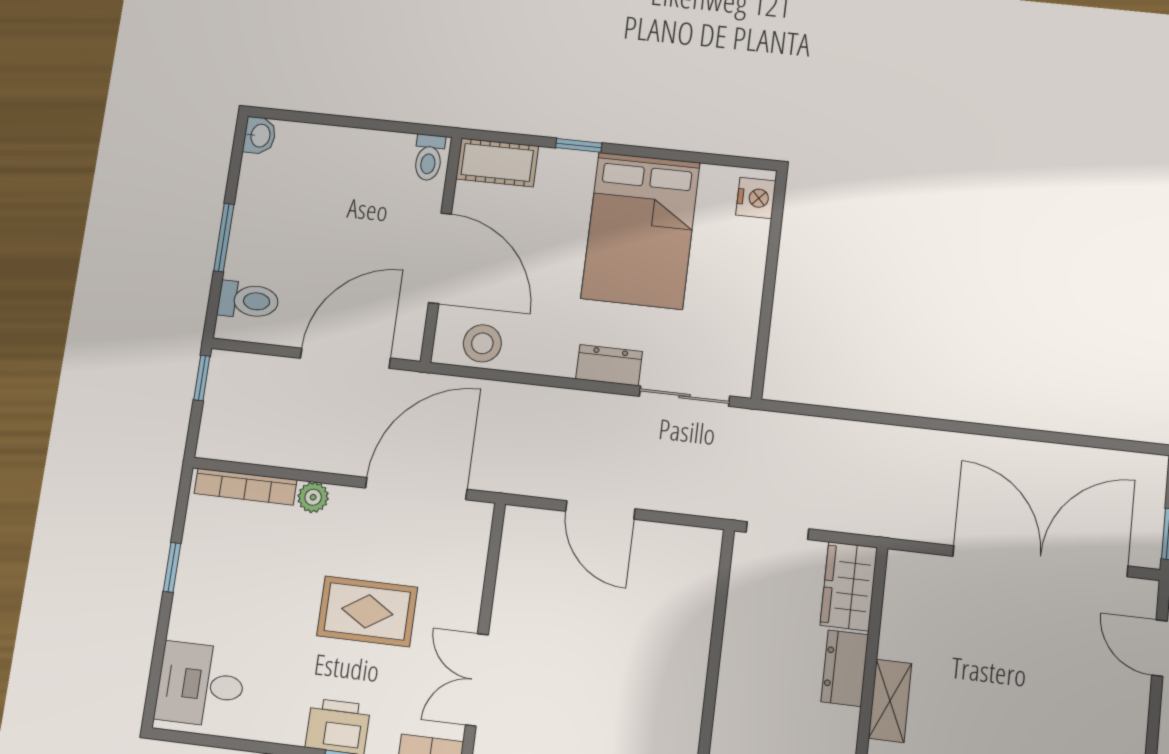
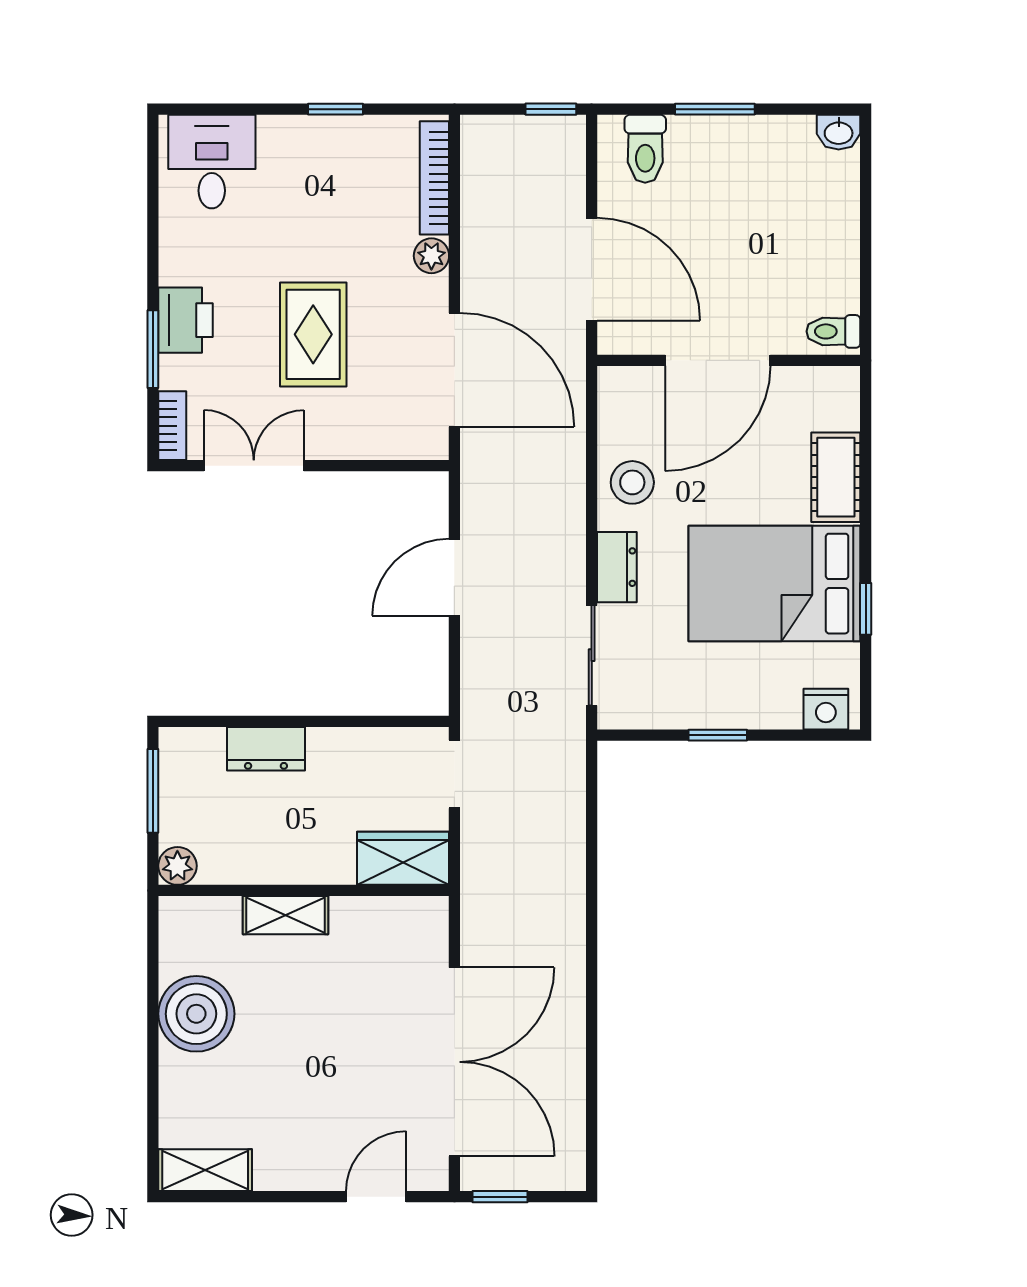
window: (579, 145) -> (866, 609), moved
cot: (497, 163) -> (836, 477), moved
window: (768, 294) -> (718, 735), added
stool: (482, 343) -> (632, 482), moved
dresser: (845, 668) -> (266, 749), moved, turned 180

